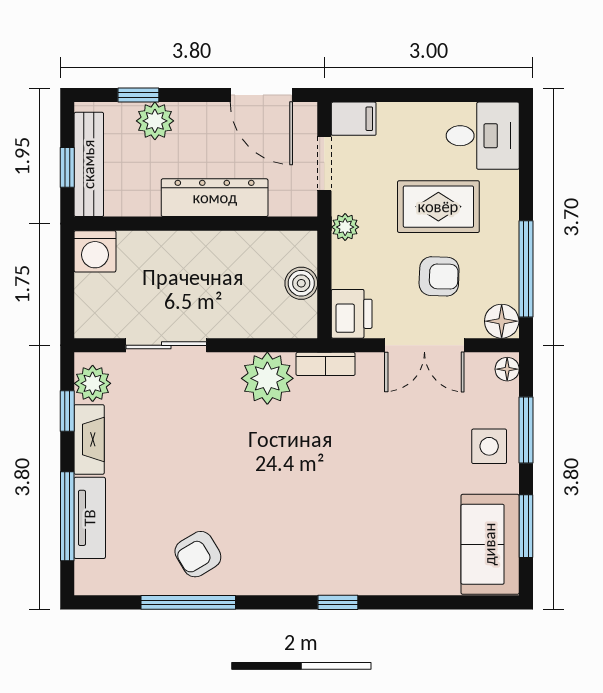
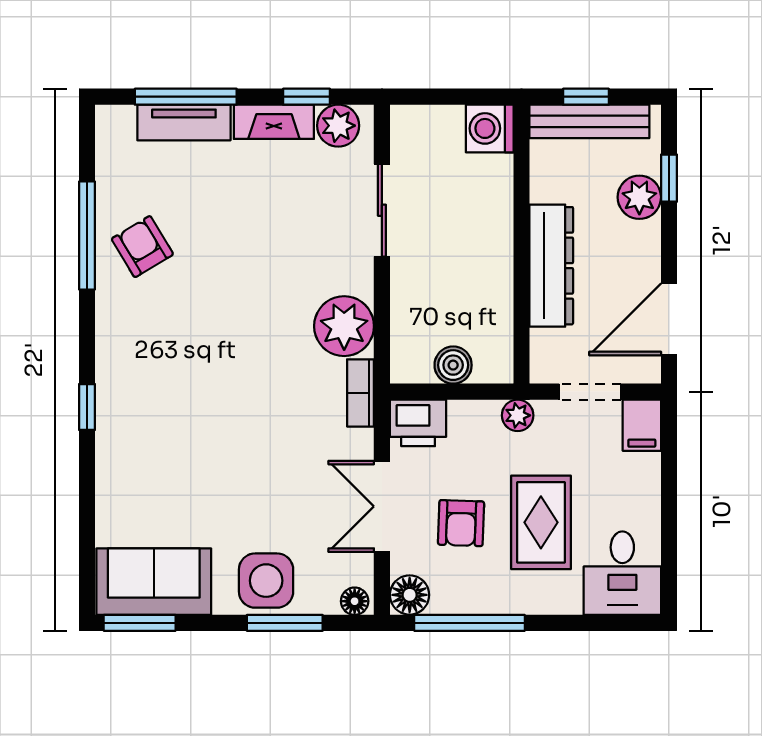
side table: (489, 446) -> (266, 581), width x1.37, depth x1.37
window: (526, 526) -> (140, 623), moved

